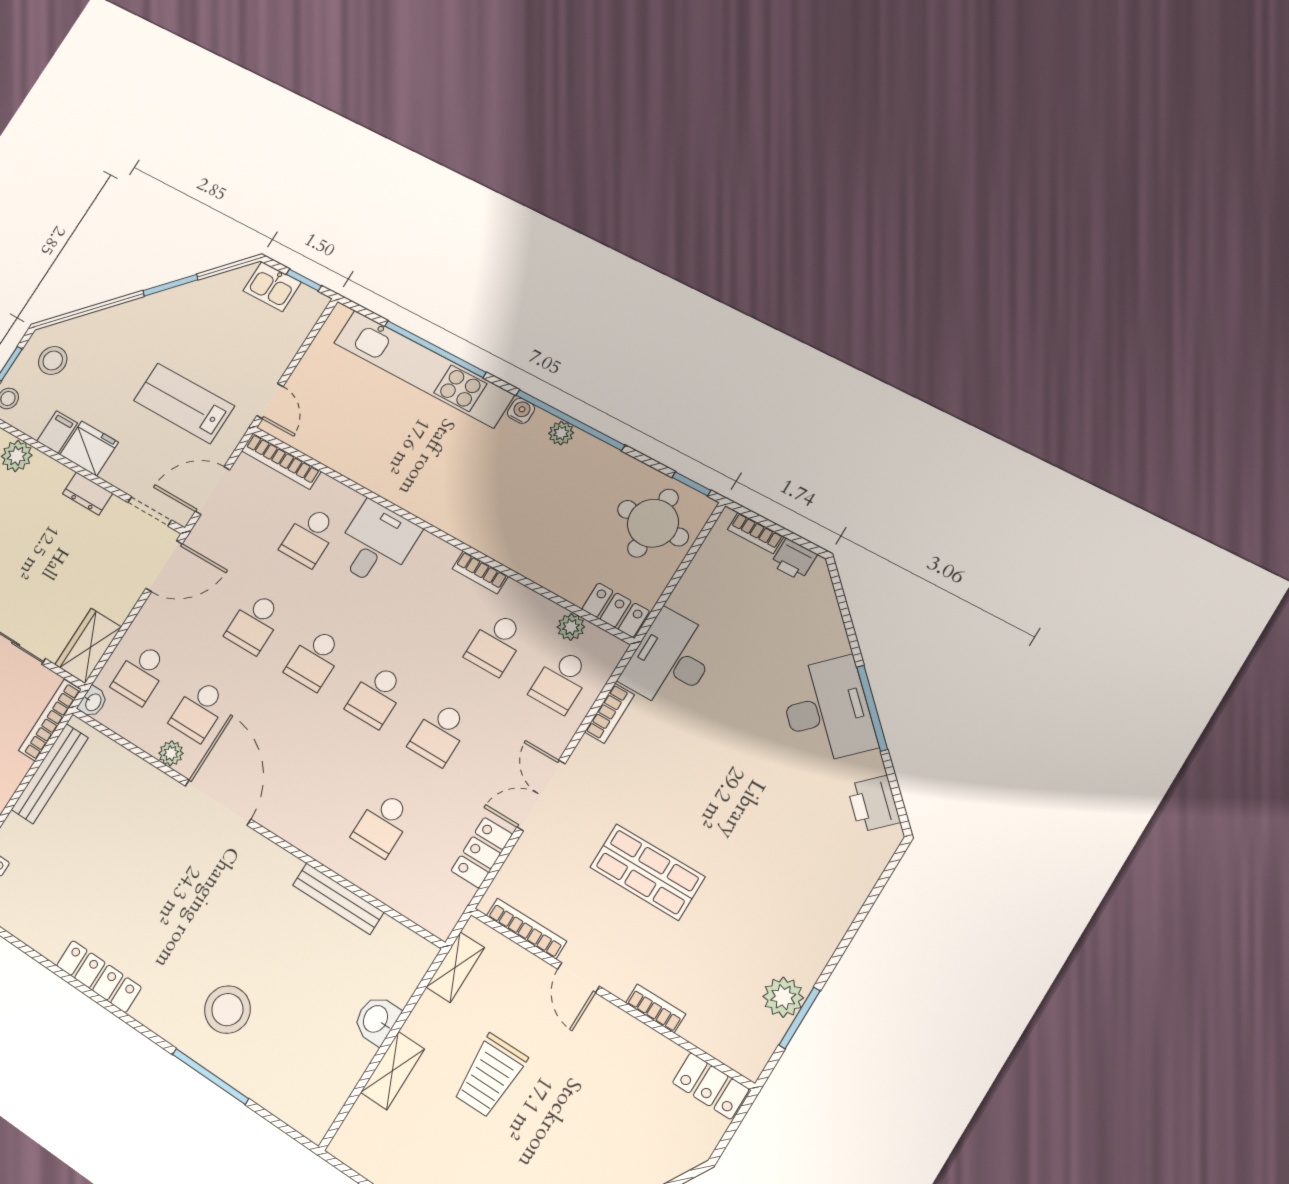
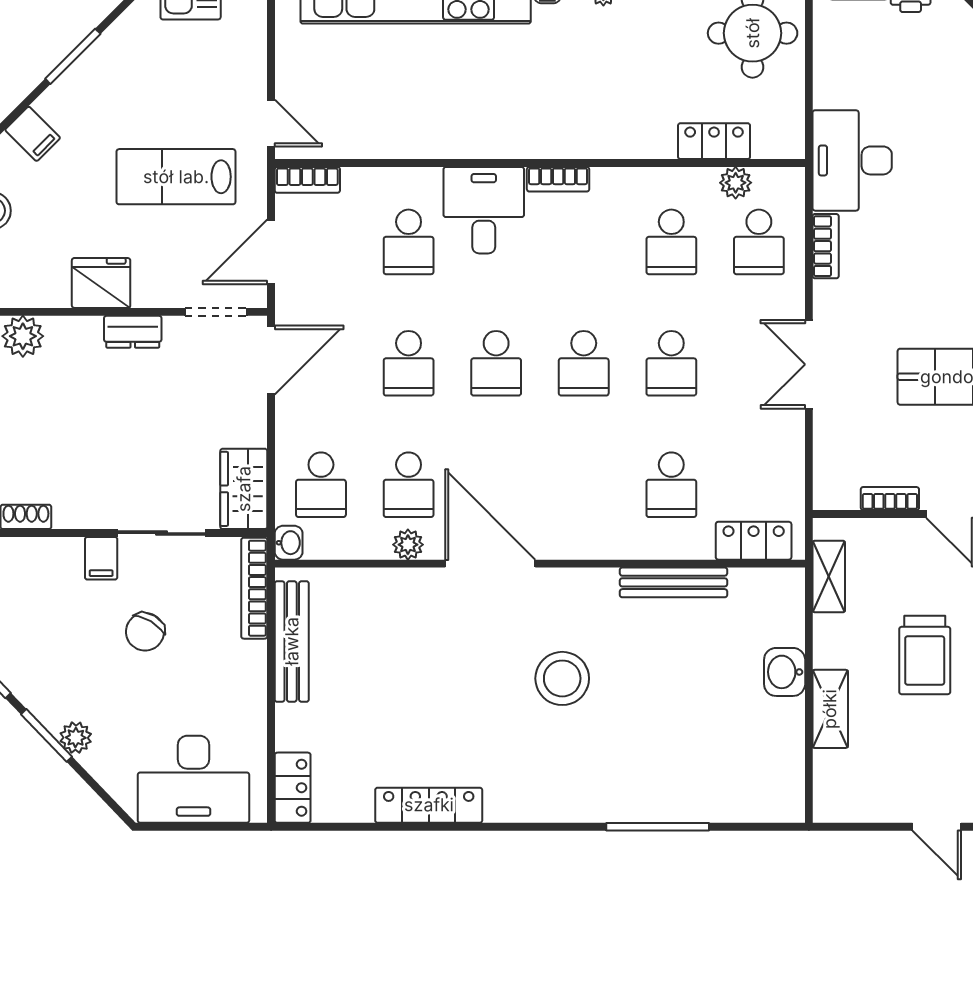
filing cabinet: (57, 432) -> (33, 134), moved, turned 135
bookcase: (281, 461) -> (307, 180), width x0.64
bookcase: (480, 572) -> (558, 179), moved
locker: (616, 610) -> (714, 141), moved
locker: (482, 853) -> (754, 541), moved, turned 90
bookcase: (526, 928) -> (890, 499), width x0.64
locker: (99, 976) -> (429, 805), moved
stool: (227, 1010) -> (562, 678), moved

